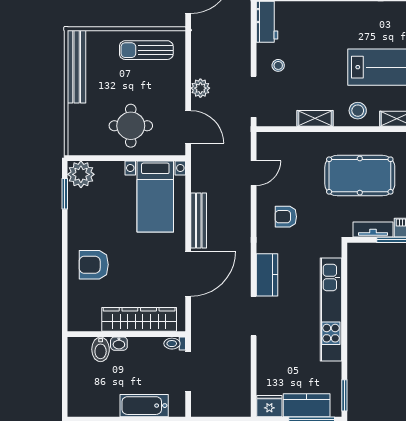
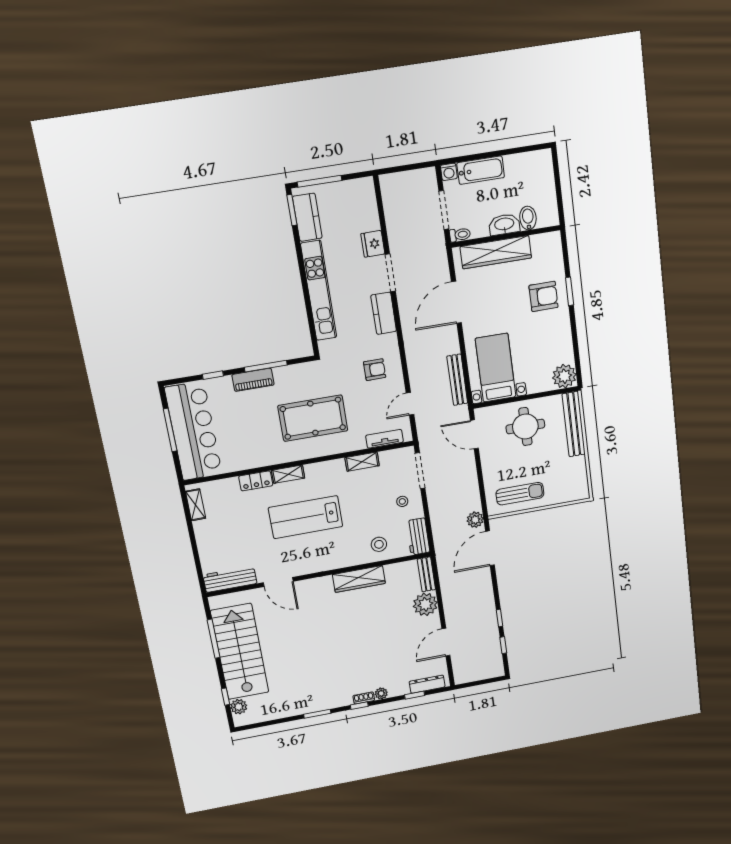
bench: (77, 67) -> (574, 424), moved
plant: (200, 88) -> (475, 520), moved
stool: (358, 111) -> (379, 544), moved
window: (65, 194) -> (570, 291), moved
bench: (199, 220) -> (457, 380), moved
tv unit: (373, 230) -> (384, 439), moved, turned 180
washbasin: (119, 344) -> (504, 224), width x1.91, depth x1.45
kitchen counter: (307, 405) -> (307, 217), moved, turned -90
fridge: (269, 406) -> (373, 244), moved, turned 90
washing machine: (178, 409) -> (449, 172), added

